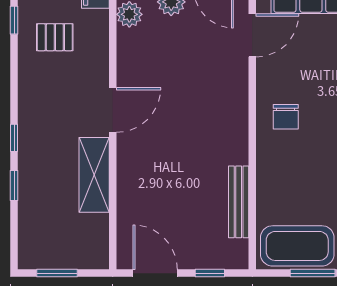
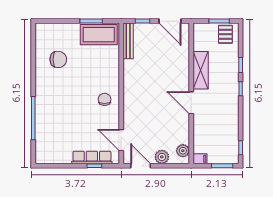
door: (252, 35) -> (121, 140), hinge flipped
pallet: (55, 37) -> (225, 34), moved, turned 90
door: (113, 110) -> (191, 103), hinge flipped
bench: (239, 202) -> (128, 41), moved

